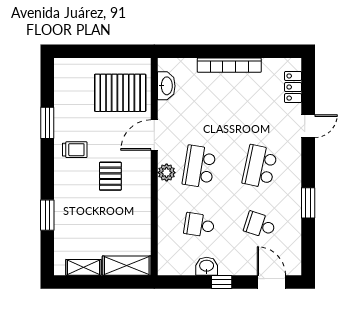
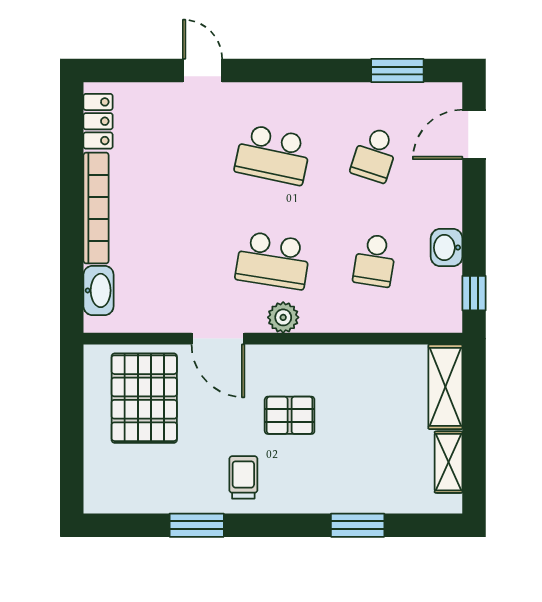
washbasin: (166, 86) -> (99, 290), moved, turned 90
locker: (293, 87) -> (98, 121), moved, turned -90
window: (308, 203) -> (397, 71), moved
window: (222, 282) -> (474, 293), moved

